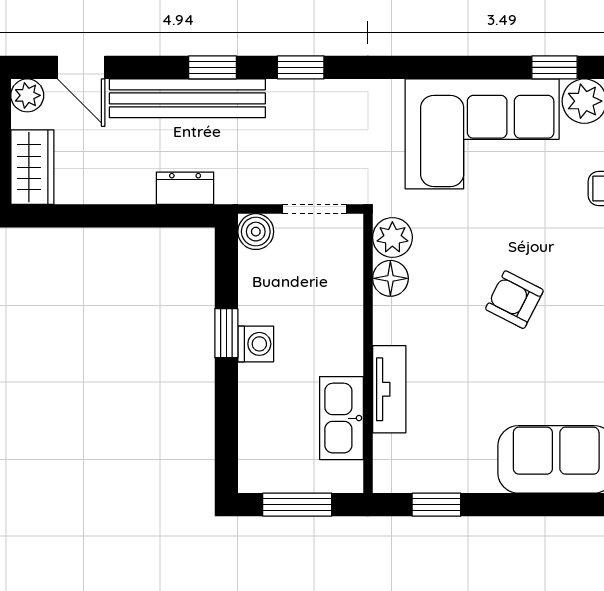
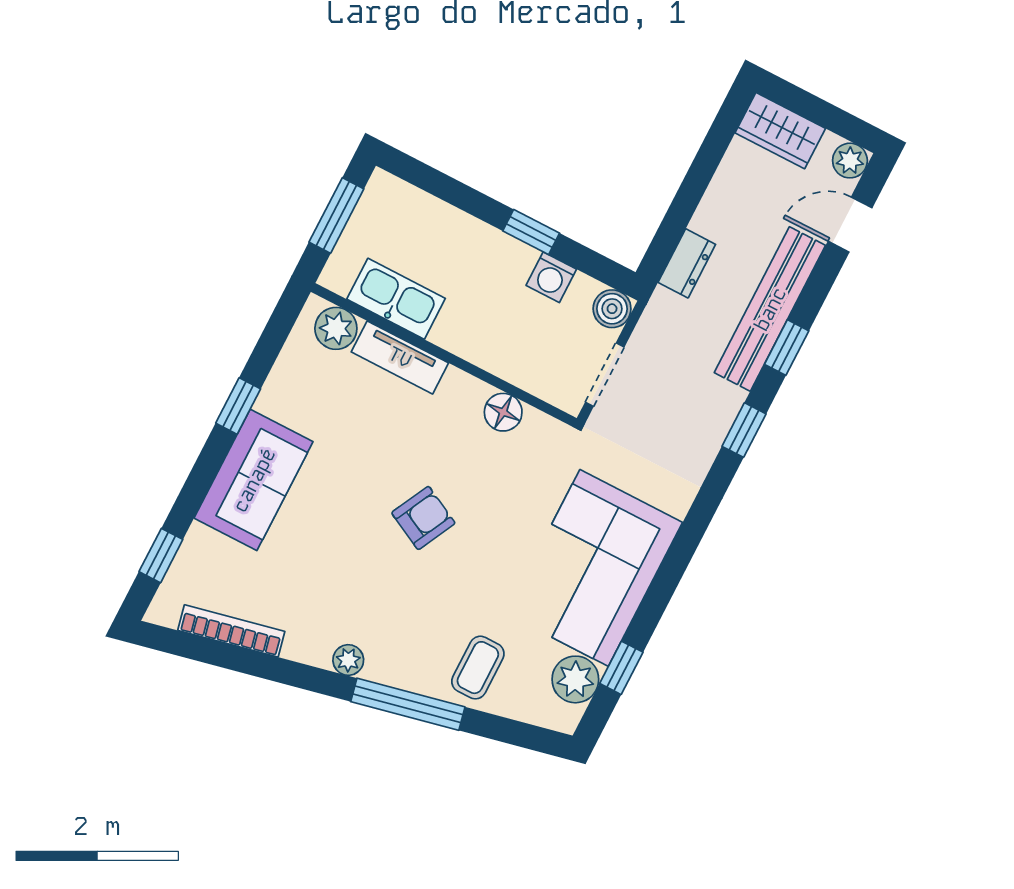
plant: (392, 237) -> (336, 328), moved
washing machine: (256, 344) -> (551, 277), moved
window: (436, 505) -> (238, 406), moved

